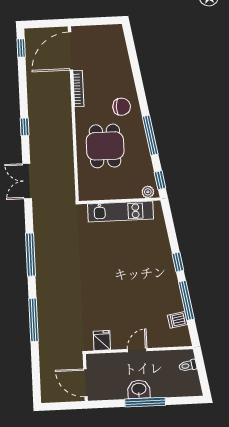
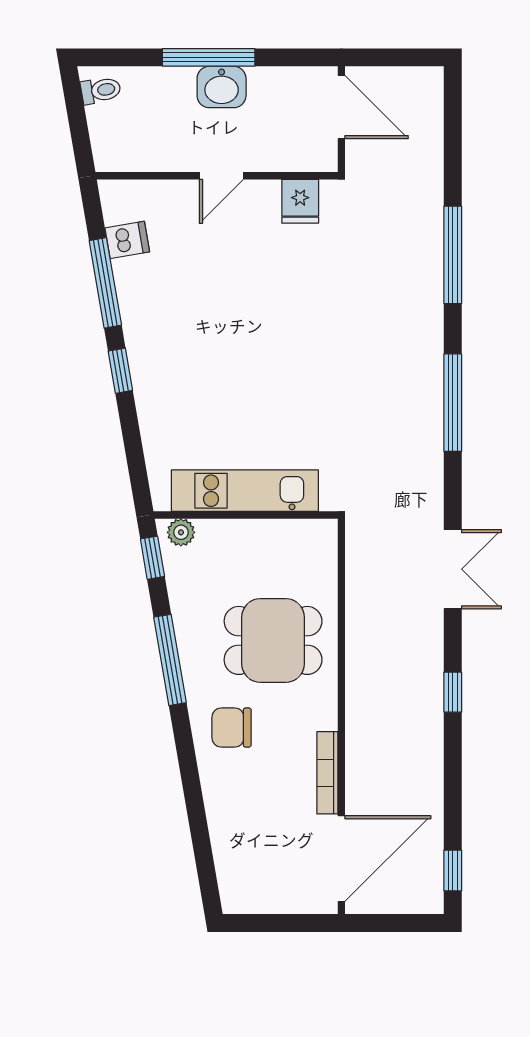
dining table: (105, 146) -> (273, 640), turned 90
toilet: (188, 366) -> (101, 90), moved

